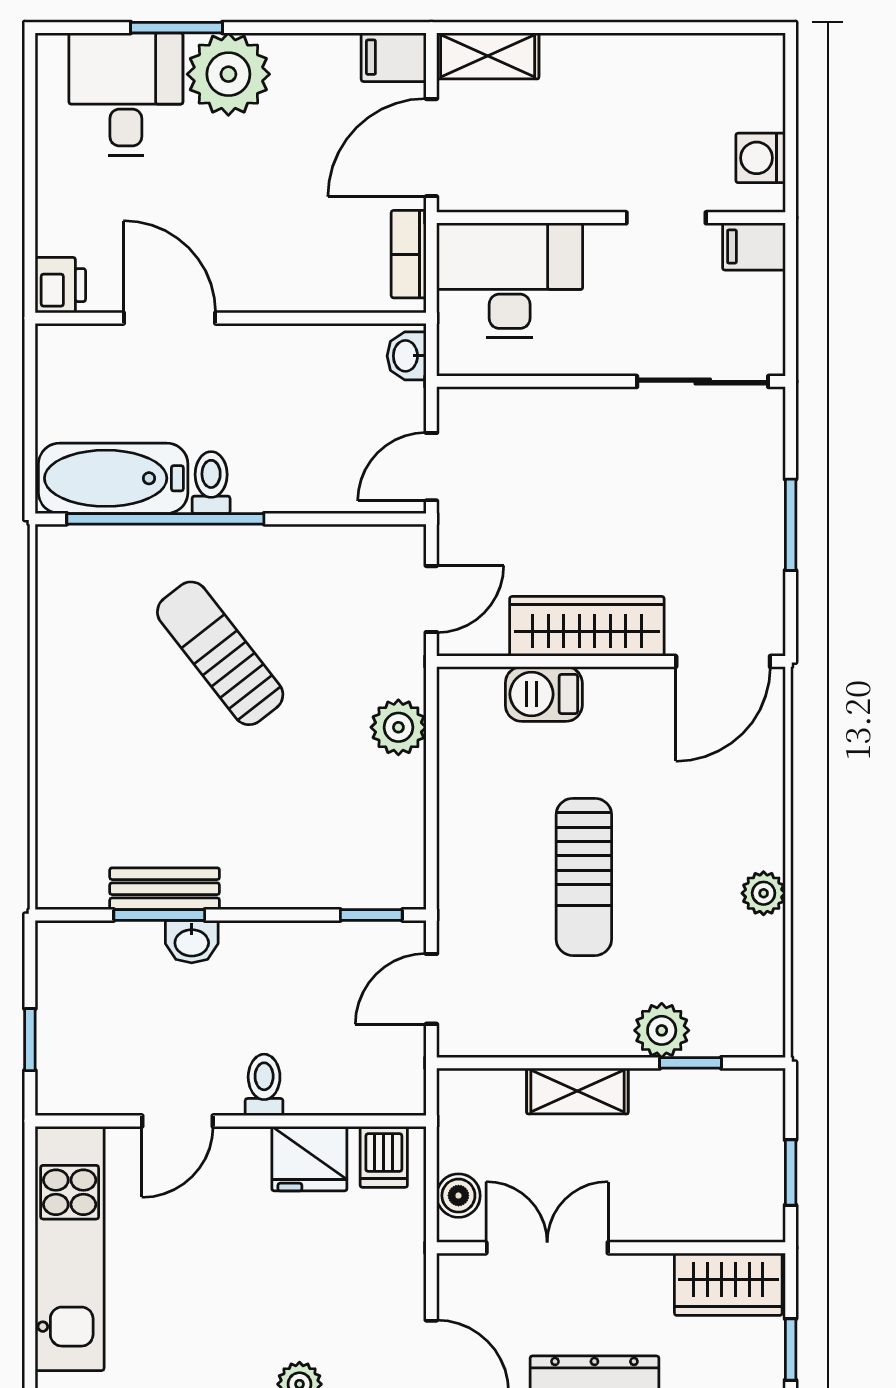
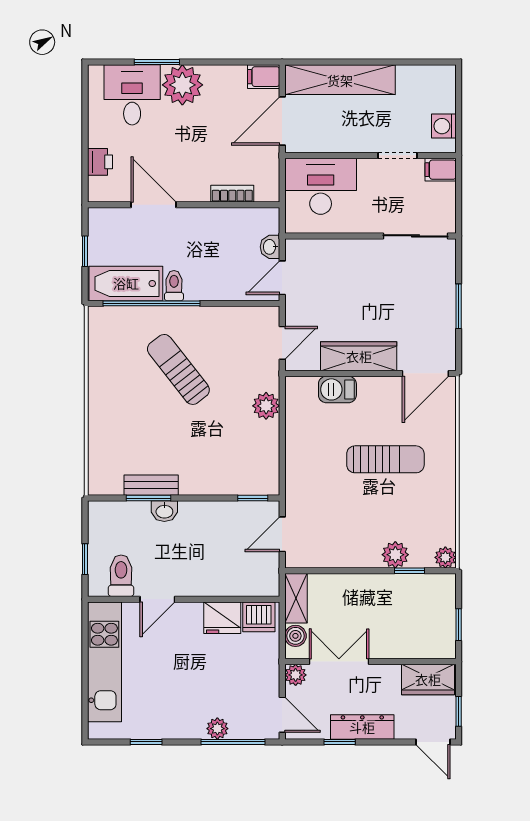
shelving: (488, 56) -> (340, 80), width x2.20, depth x1.33
bookcase: (409, 254) -> (232, 194), moved, turned 90
printer: (60, 285) -> (100, 162), moved
washbasin: (407, 356) -> (270, 247), moved
window: (30, 413) -> (85, 251), added
sun lounger: (584, 877) -> (385, 459), moved, turned -90
plant: (764, 893) -> (445, 557), moved
toilet: (264, 1085) -> (121, 576), moved, width x1.37, depth x1.39
shelving: (577, 1091) -> (296, 598), moved, turned 90
dishwasher: (384, 1157) -> (259, 617), width x1.38
plant: (459, 1275) -> (296, 675), added

